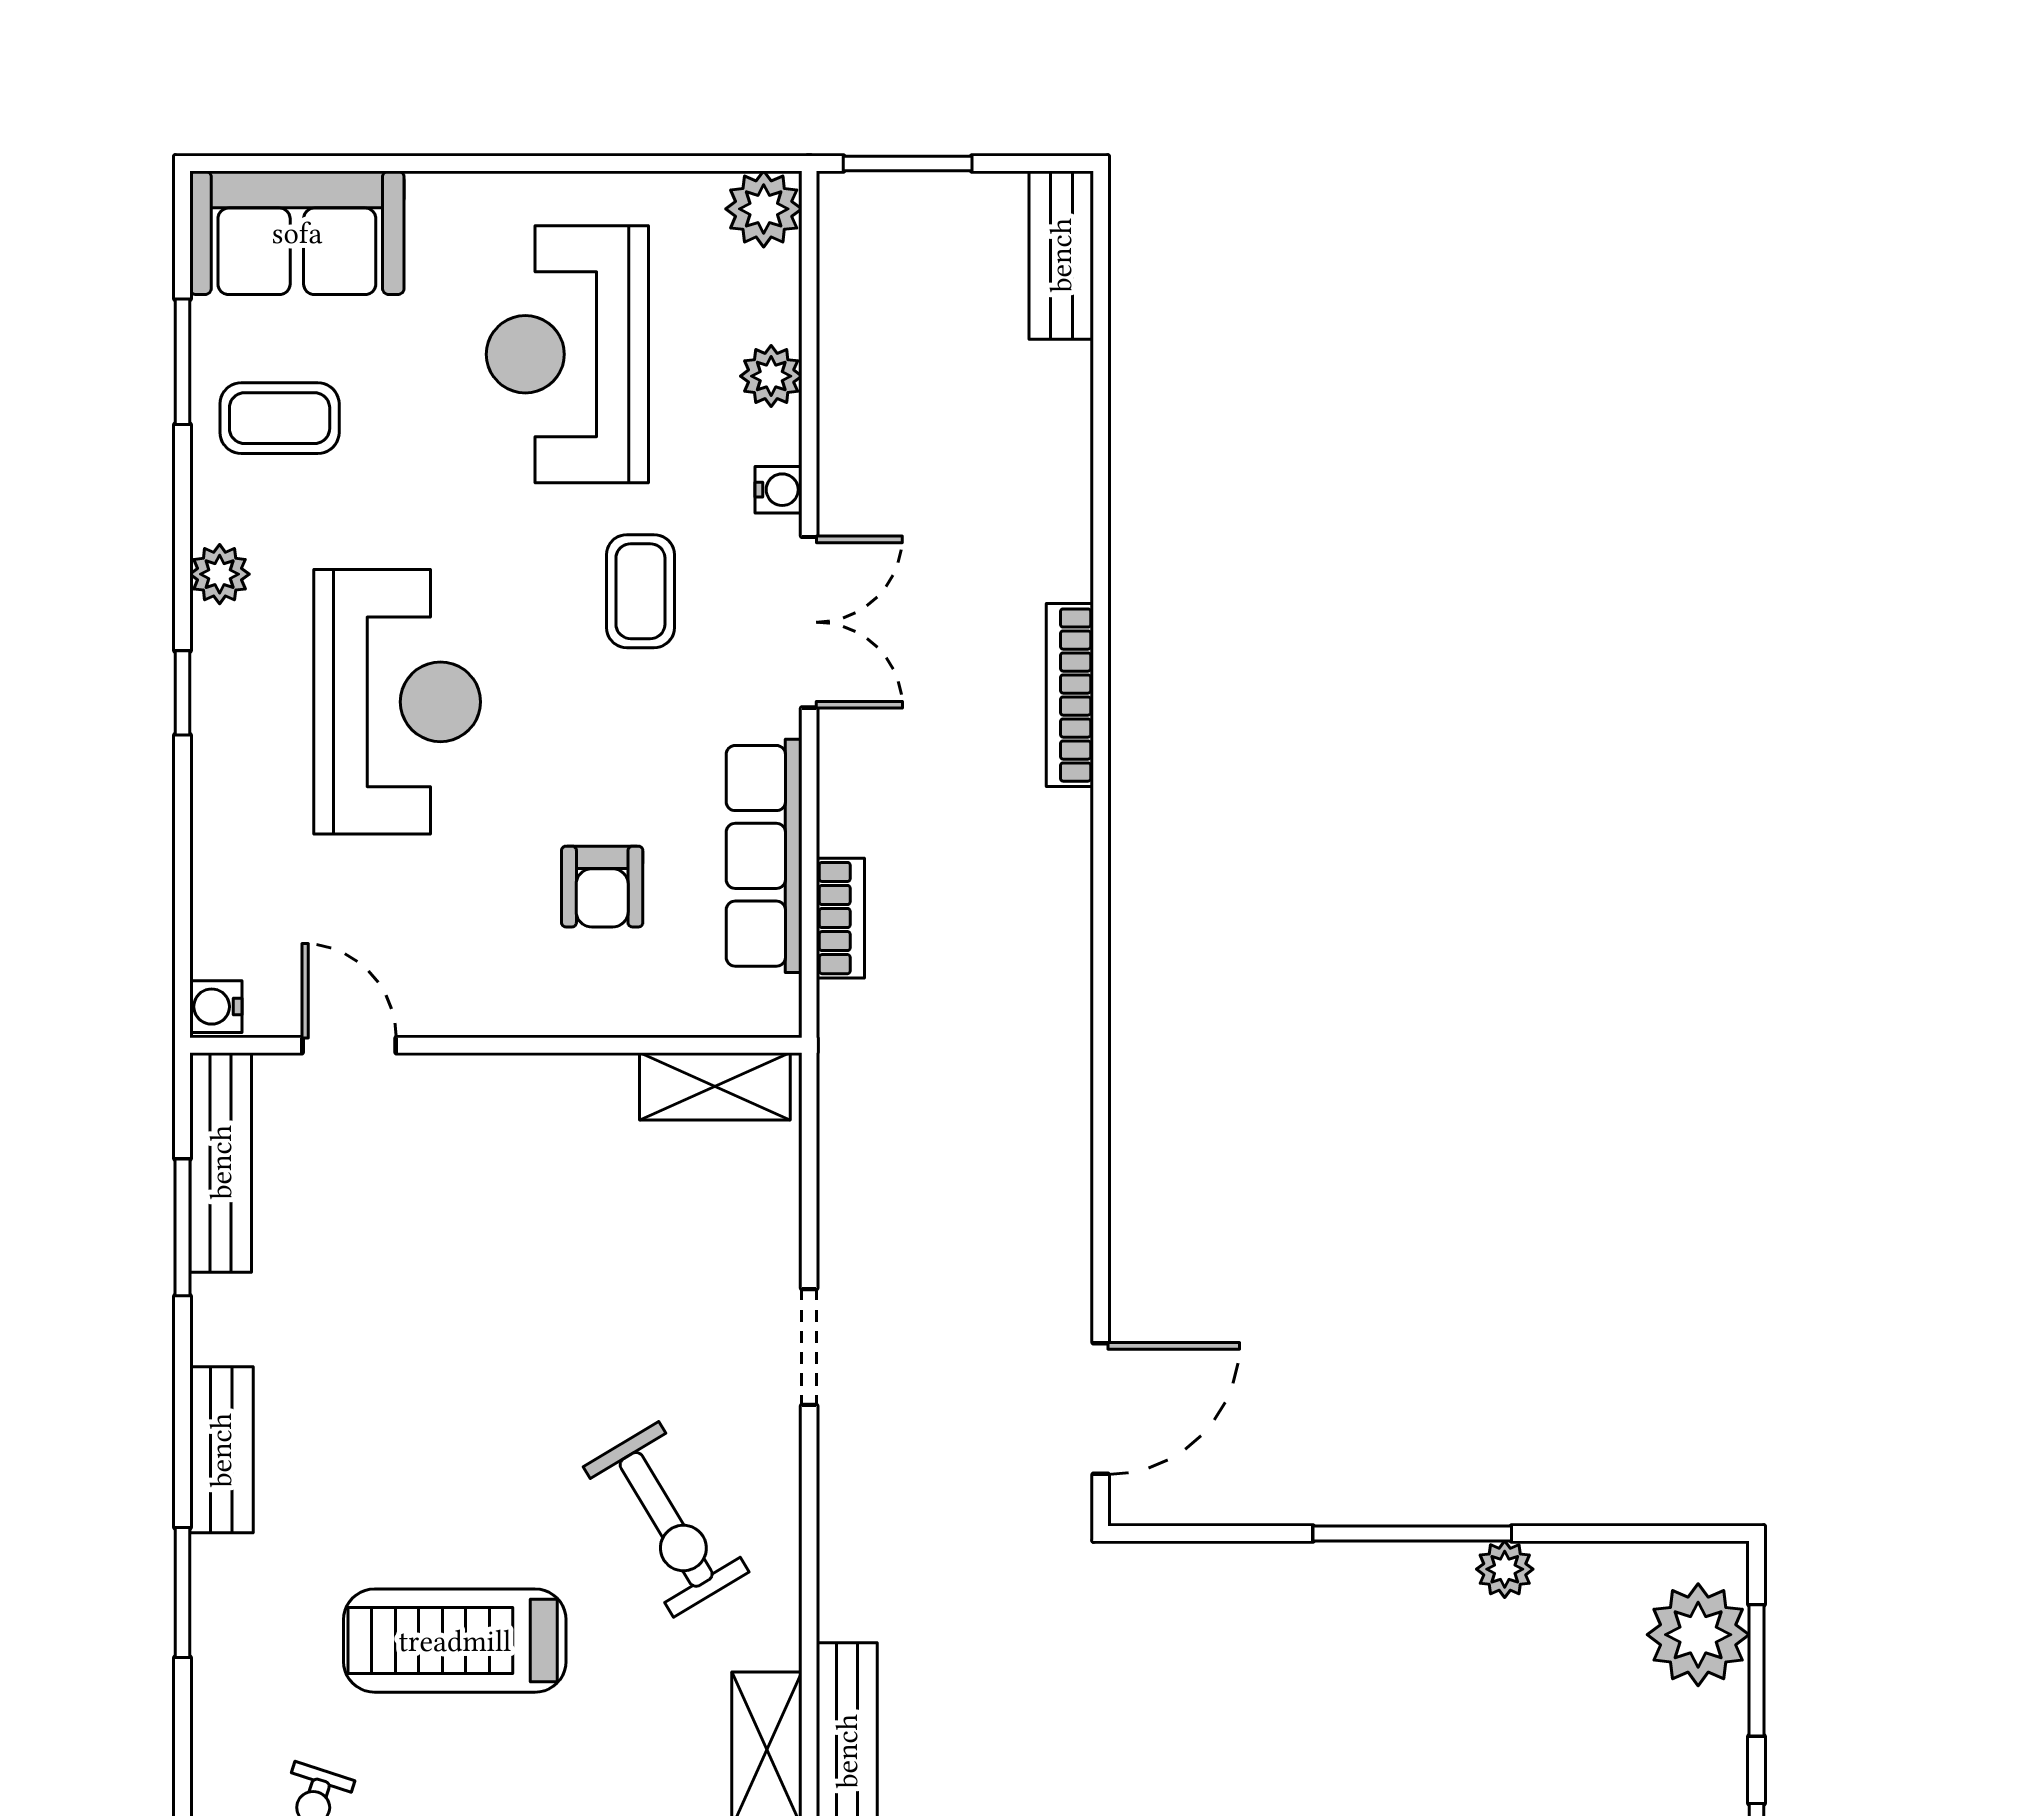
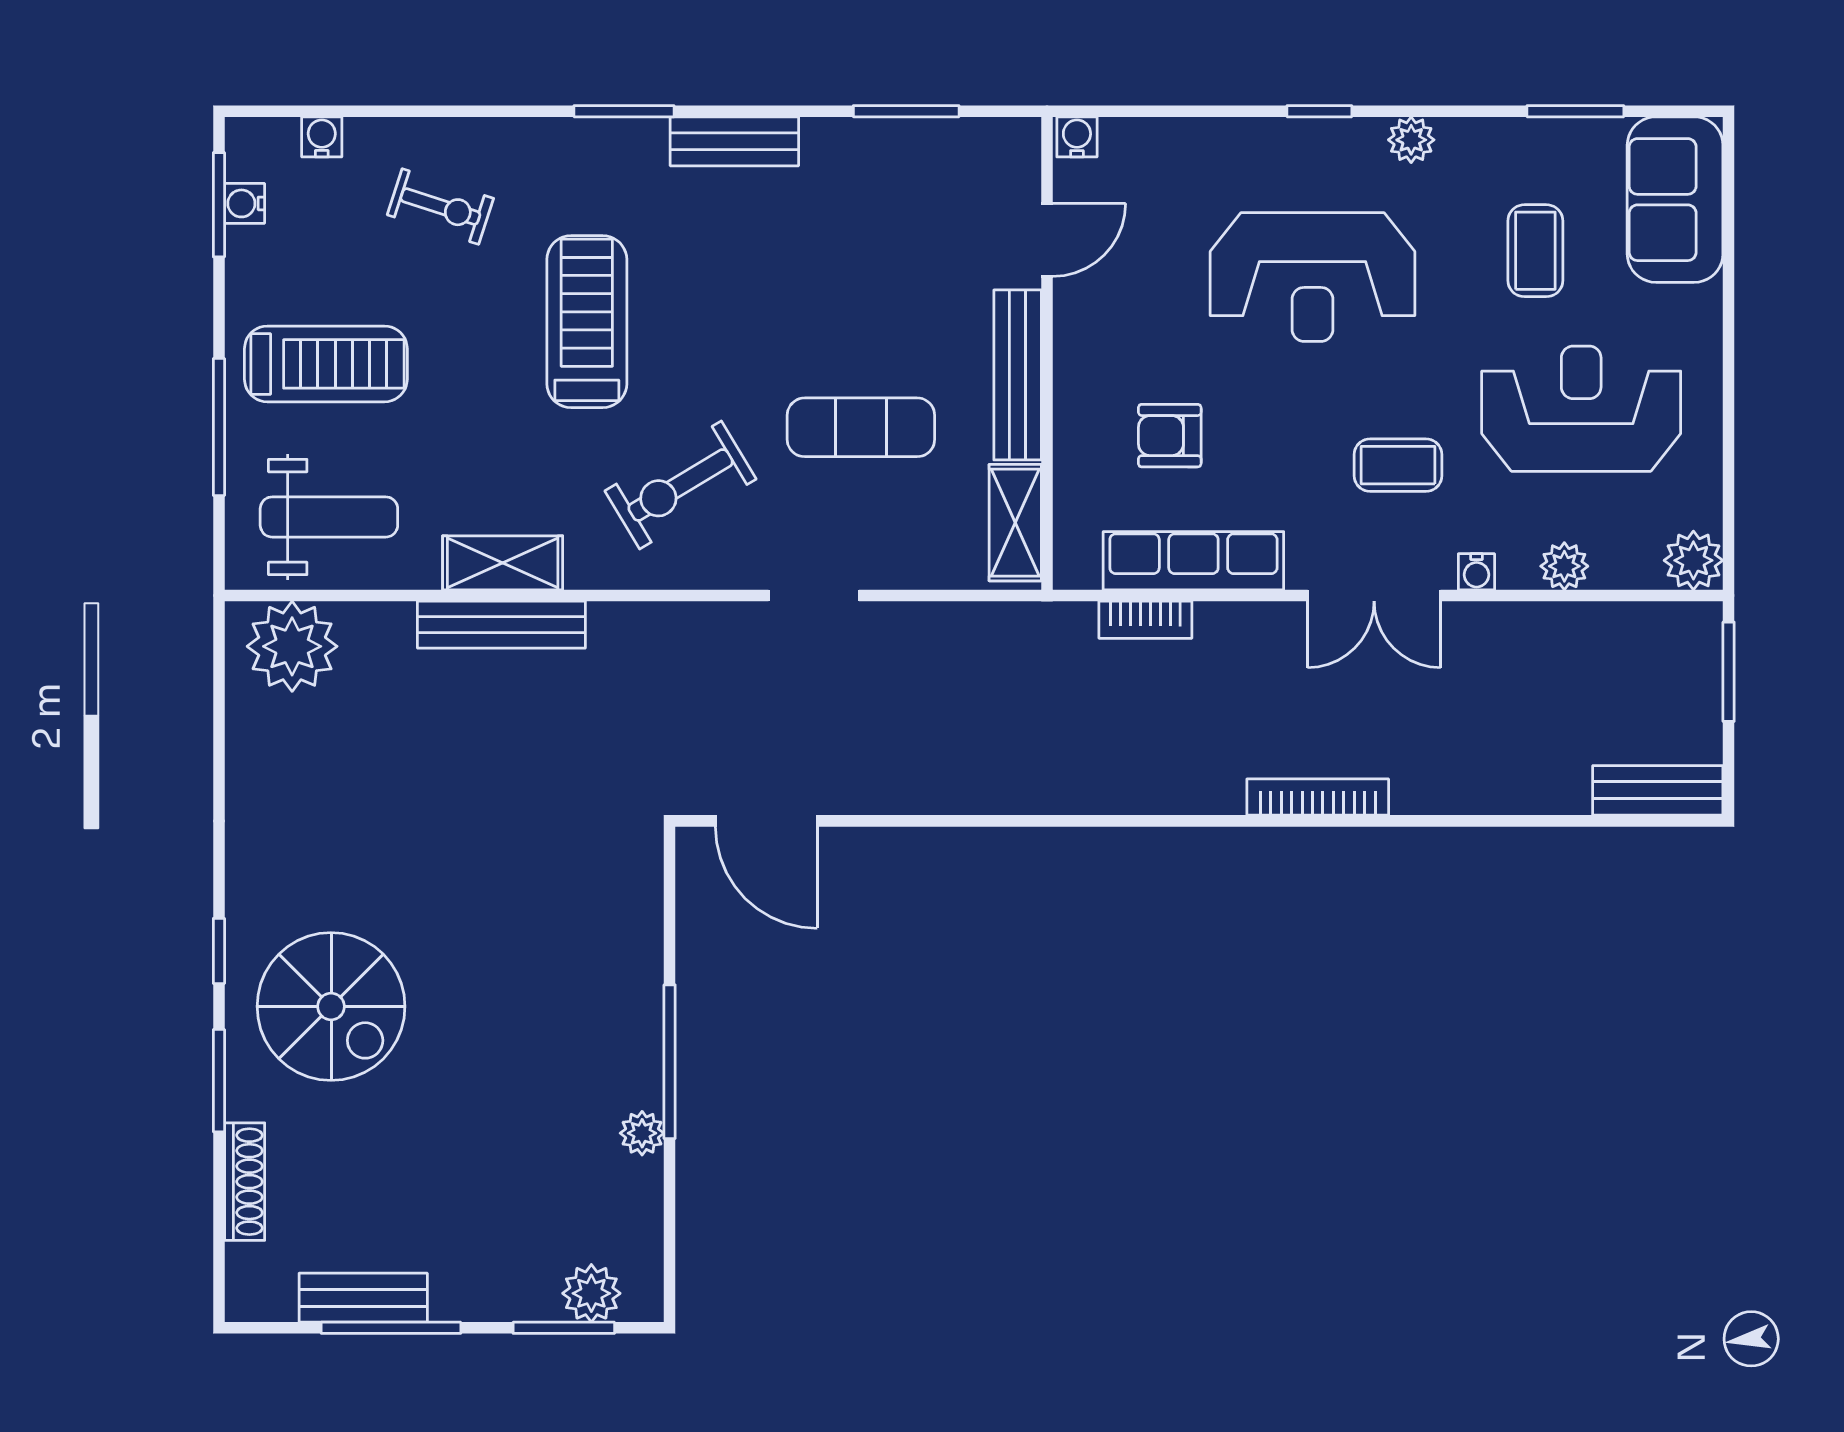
coffee table: (280, 418) -> (1535, 251), moved
bench: (221, 1162) -> (1018, 375), moved, turned 90
exercise mat: (591, 1286) -> (861, 427), added
plant: (1698, 1635) -> (591, 1293), width x0.73, depth x0.73

